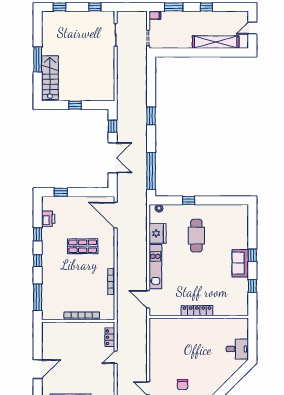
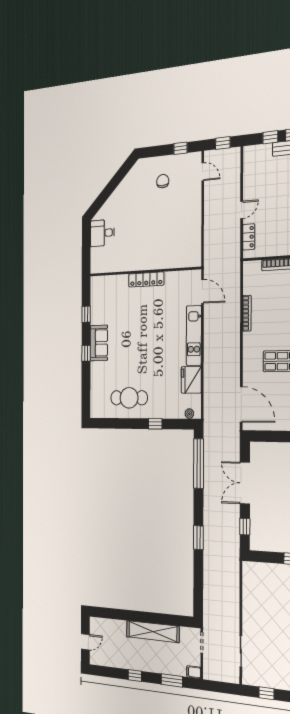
shelving: (216, 42) -> (153, 632), moved
cafe table: (196, 236) -> (129, 398), moved, turned 90

